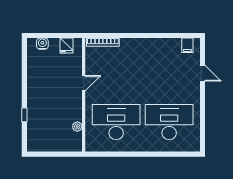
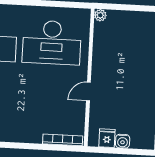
water cooler: (42, 44) -> (123, 141), moved
plant: (77, 127) -> (100, 15), moved

